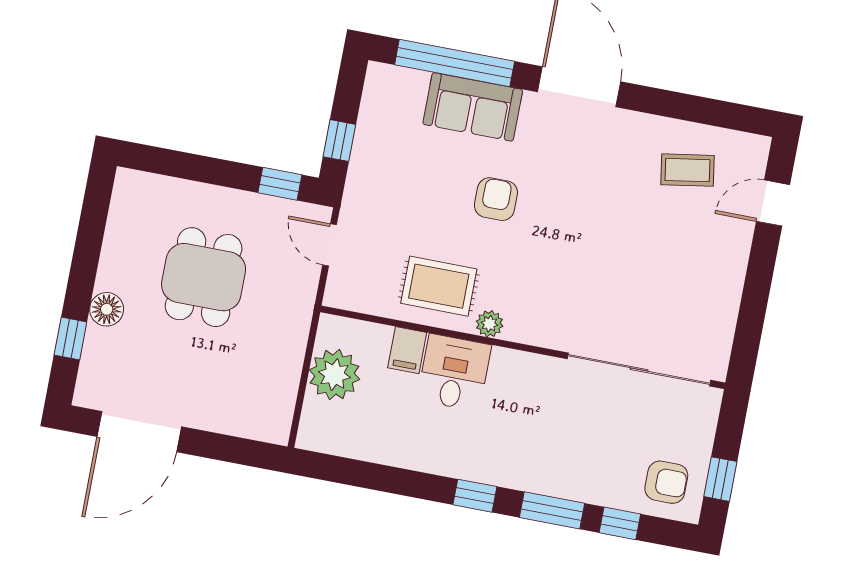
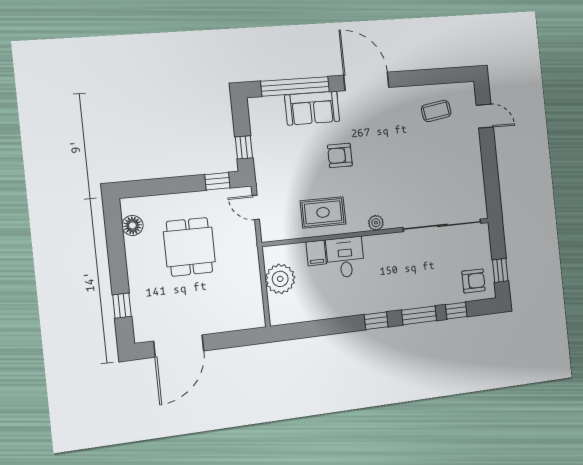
armchair: (496, 199) -> (340, 155), turned -90
door: (773, 203) -> (485, 116), swing flipped
floor lamp: (107, 309) -> (132, 225), moved
plant: (489, 324) -> (376, 223), moved

